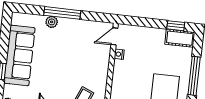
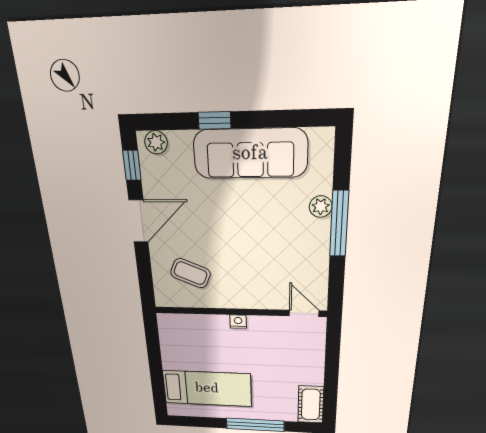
window: (176, 26) -> (330, 398), removed
nightstand: (119, 54) -> (238, 322), moved

